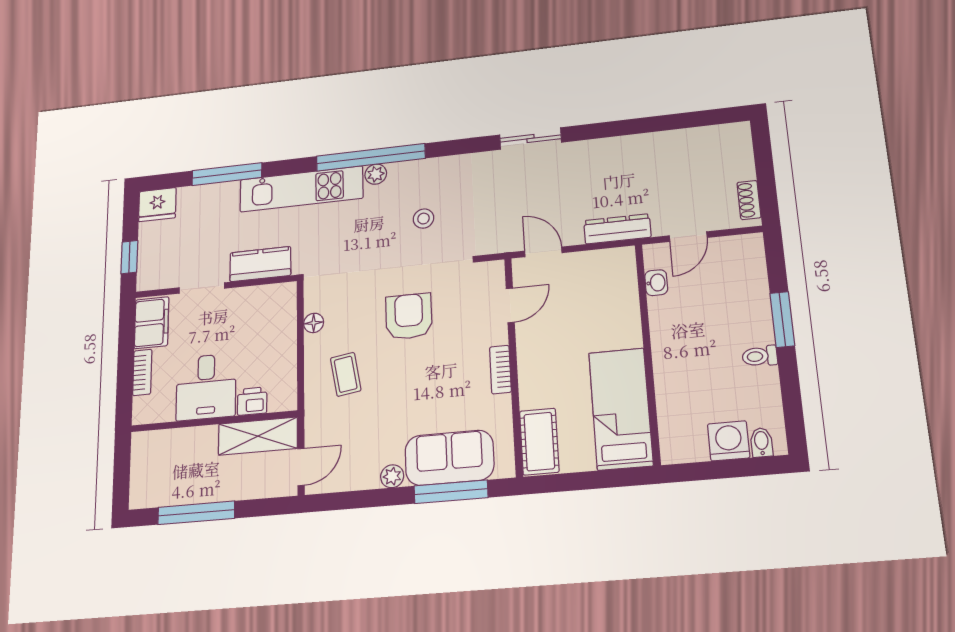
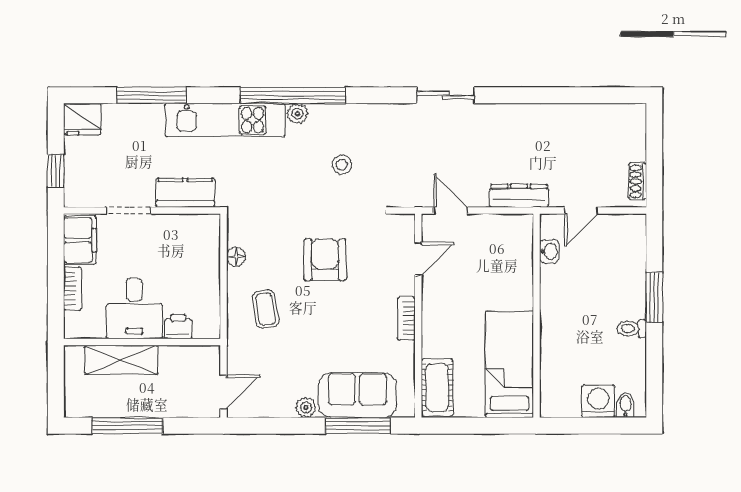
shelving: (258, 436) -> (121, 360), moved

